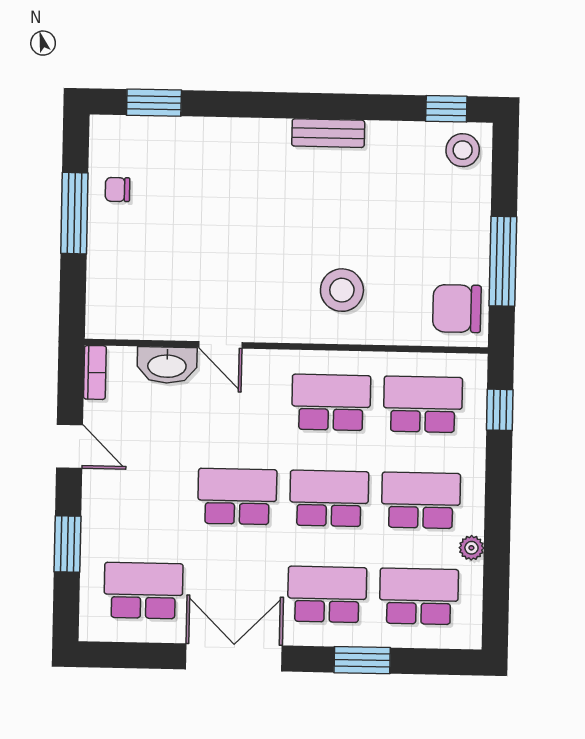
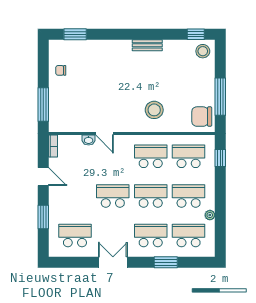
window: (74, 213) -> (43, 104), moved
washbasin: (167, 365) -> (89, 140), width x0.52, depth x0.69
double door: (234, 657) -> (113, 262), width x0.73

